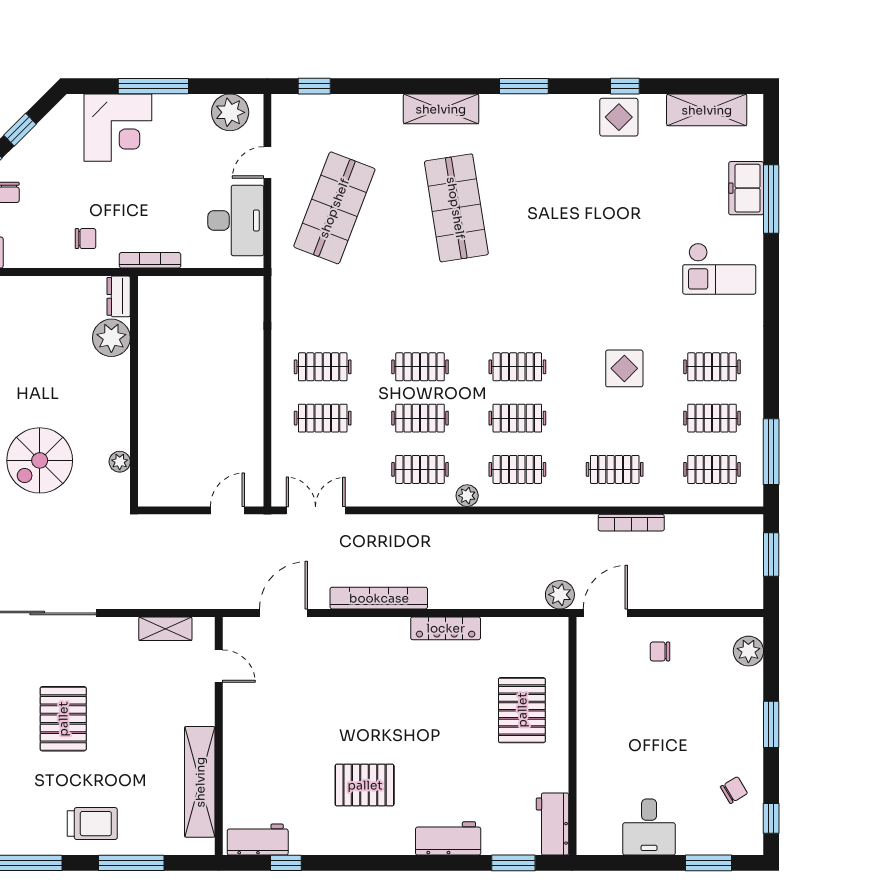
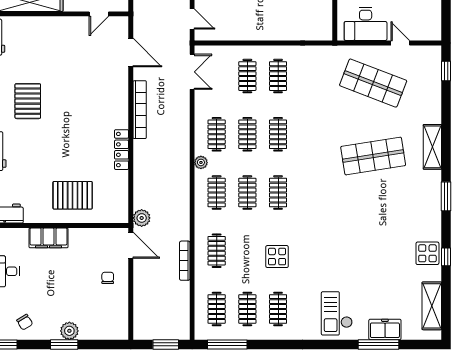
plant: (230, 112) -> (430, 21), removed
plant: (748, 651) -> (69, 331), moved
filing cabinet: (593, 750) -> (49, 238), added

